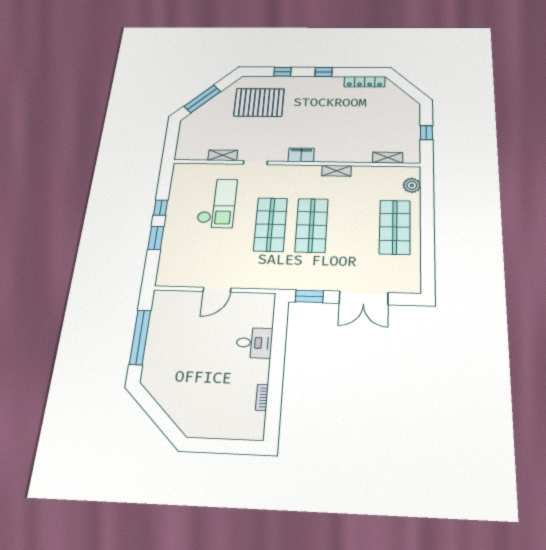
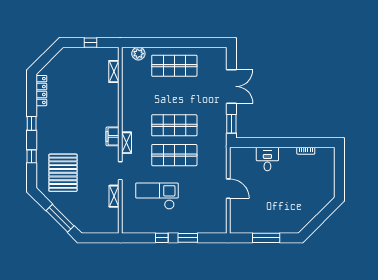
shelving: (337, 171) -> (127, 143), moved
window: (140, 337) -> (266, 238), width x0.68

